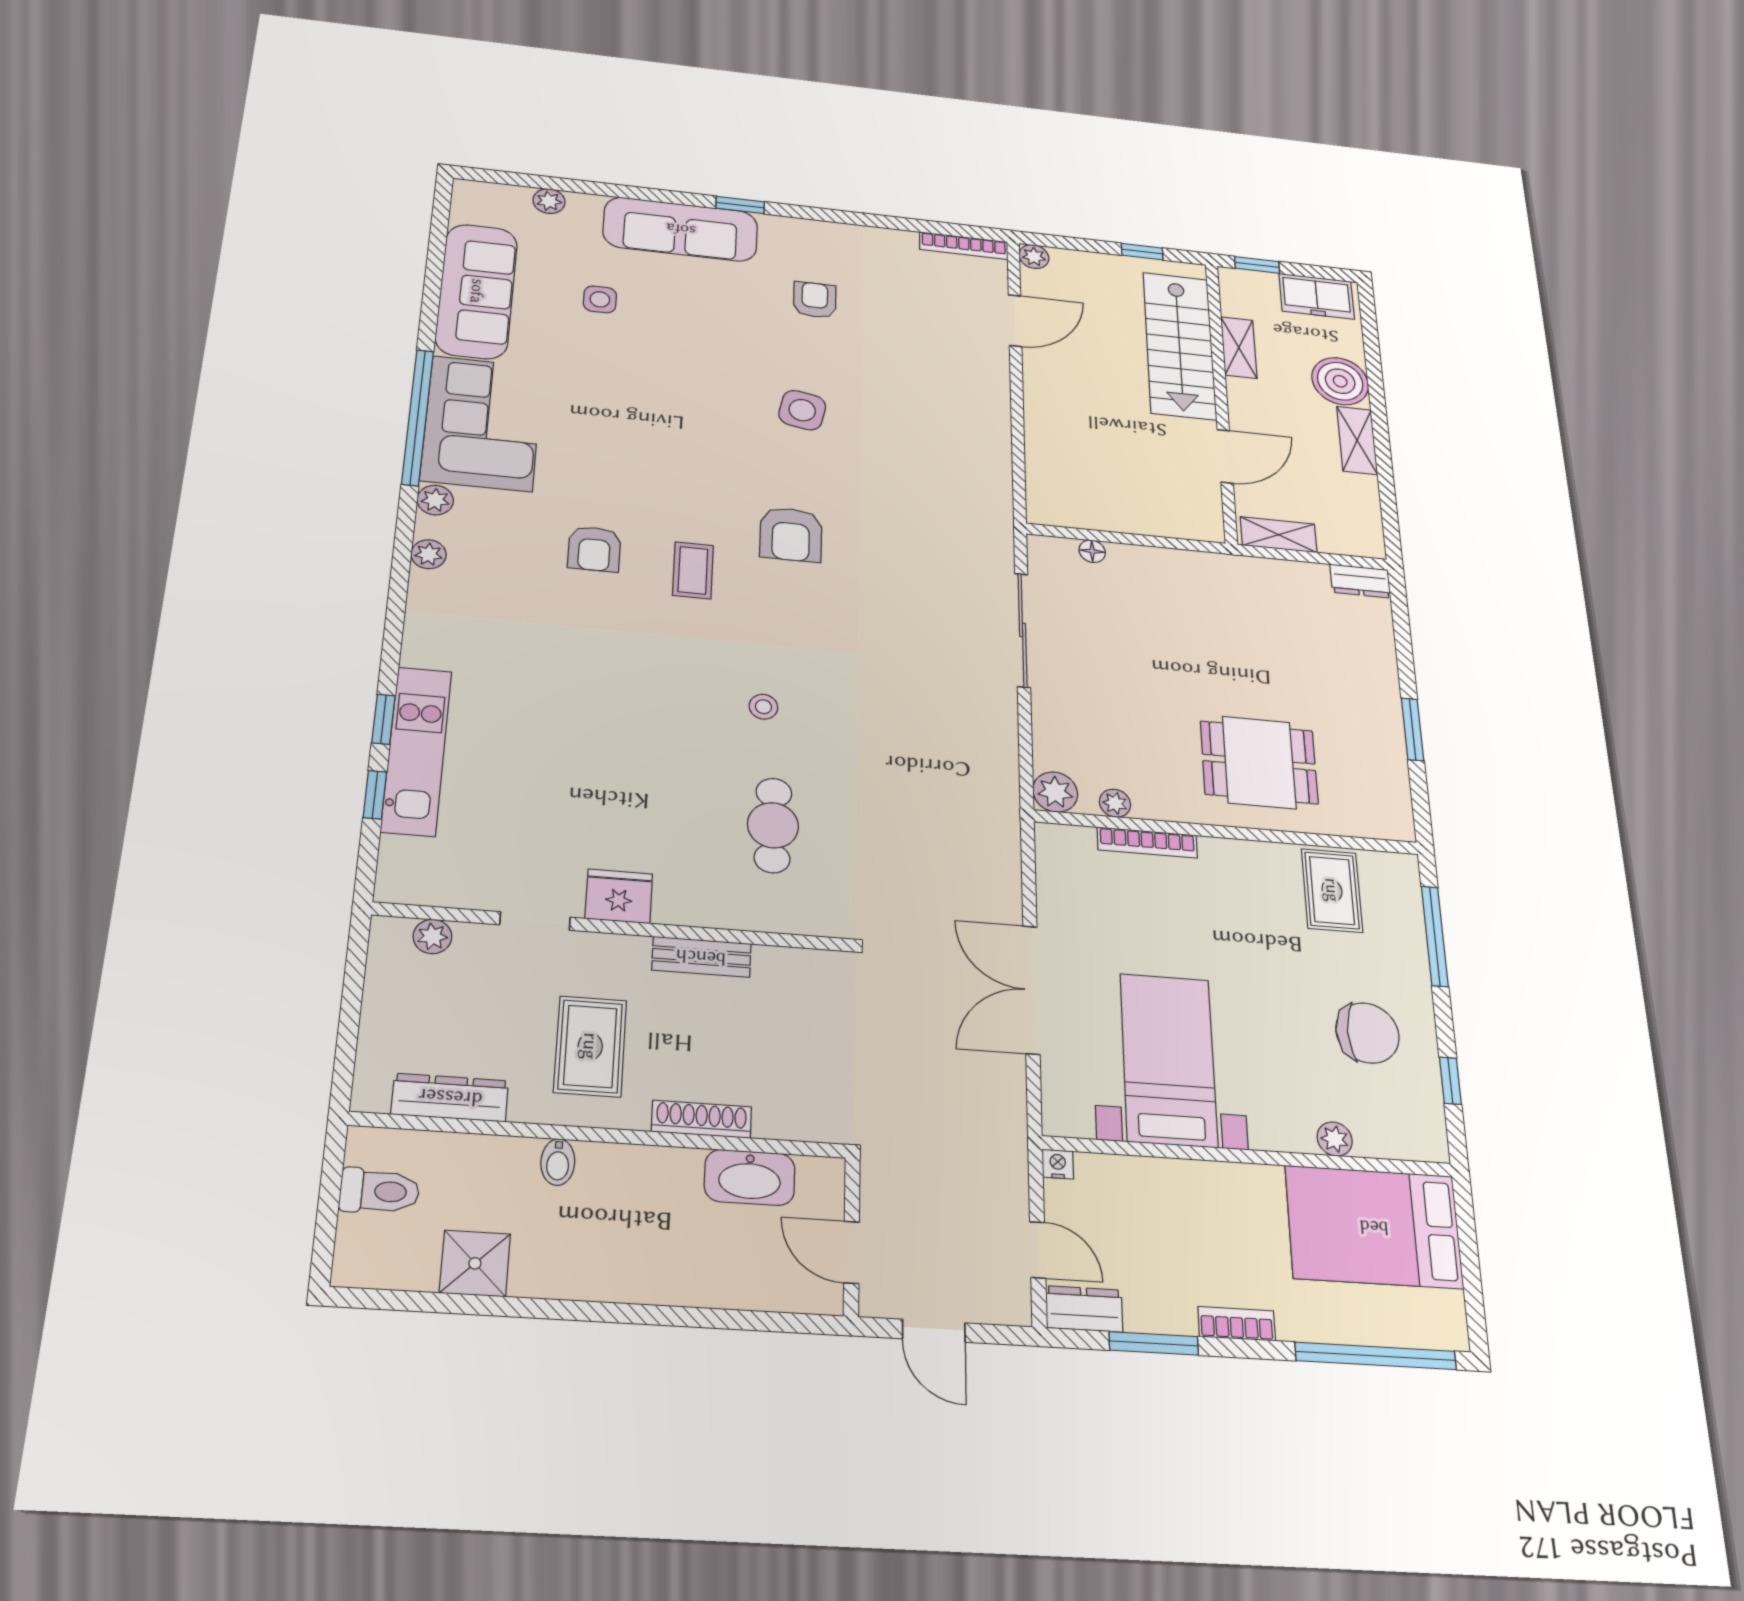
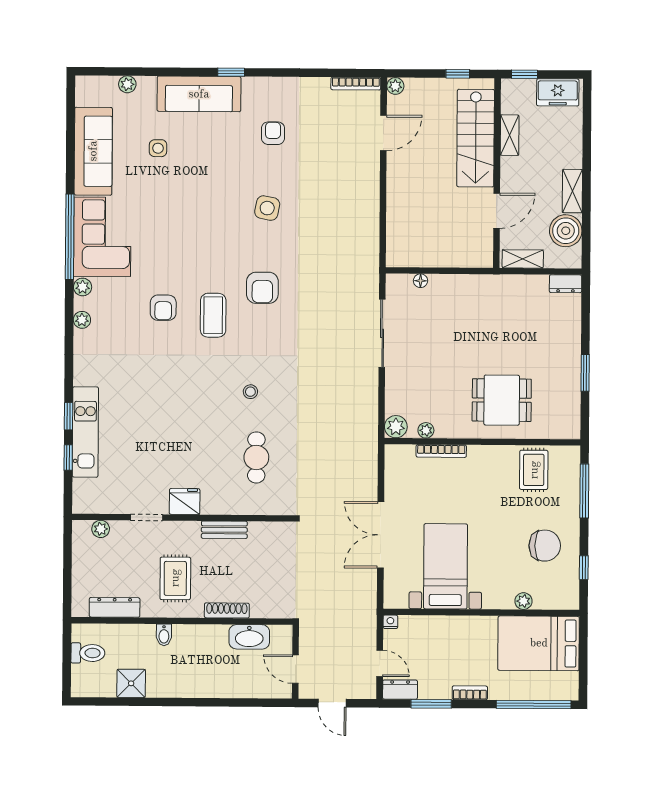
boiler: (1340, 381) -> (566, 231), moved
coffee table: (693, 570) -> (213, 315), width x1.36, depth x1.30

